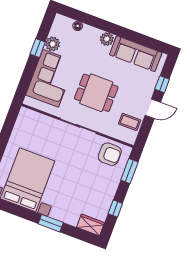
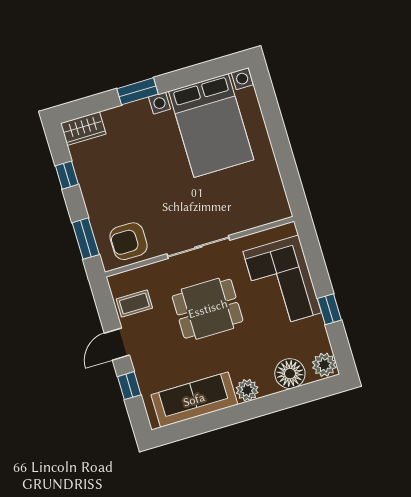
floor lamp: (78, 26) -> (290, 374), width x1.89, depth x1.89
plant: (53, 44) -> (324, 365), moved

